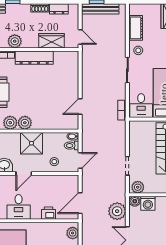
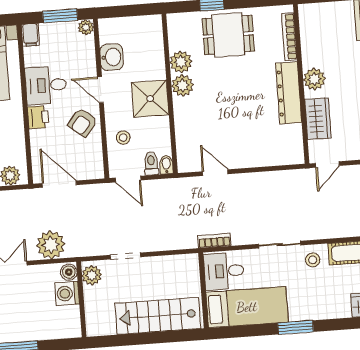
plant: (15, 41) -> (314, 79), moved
armchair: (43, 186) -> (83, 122), added
printer: (49, 213) -> (38, 117), moved

